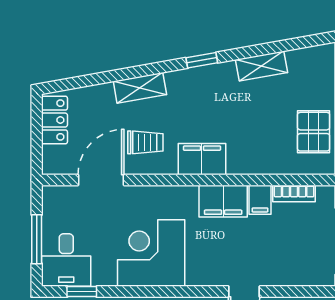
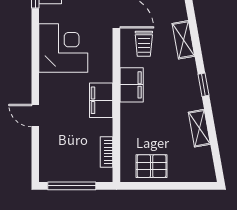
filing cabinet: (260, 200) -> (102, 127), removed

